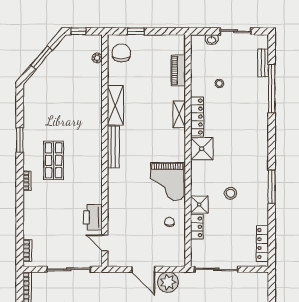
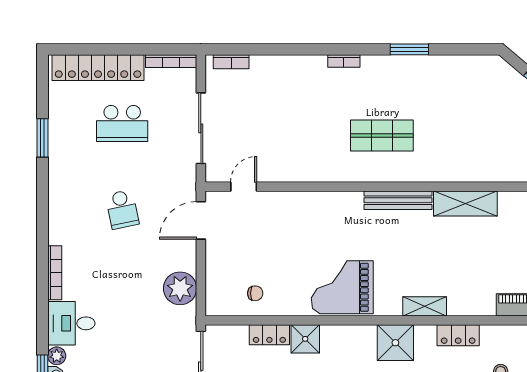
shelving: (179, 114) -> (425, 306), moved
locker: (197, 117) -> (458, 335), width x0.66
shop shelf: (54, 160) -> (382, 135), moved
printer: (93, 217) -> (285, 167), removed
chair: (169, 222) -> (255, 293), moved
door: (143, 269) -> (201, 220), moved

